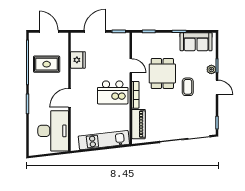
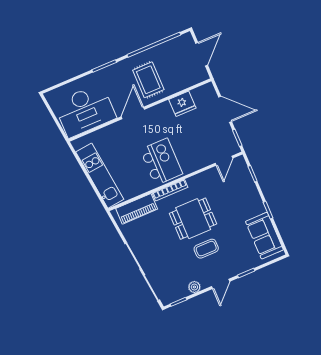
rug: (47, 64) -> (148, 80), moved
door: (131, 66) -> (224, 161), moved
plant: (211, 69) -> (194, 287), moved
dining table: (162, 73) -> (193, 219), moved
kitchen island: (113, 92) -> (161, 162), turned 180
door: (70, 98) -> (133, 113), hinge flipped

